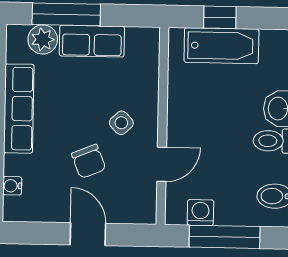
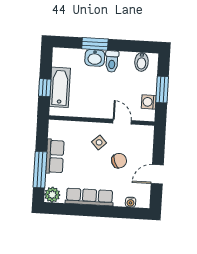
plant: (43, 39) -> (52, 195), moved
door: (88, 234) -> (157, 174), moved
window: (225, 237) -> (162, 90), width x0.69

